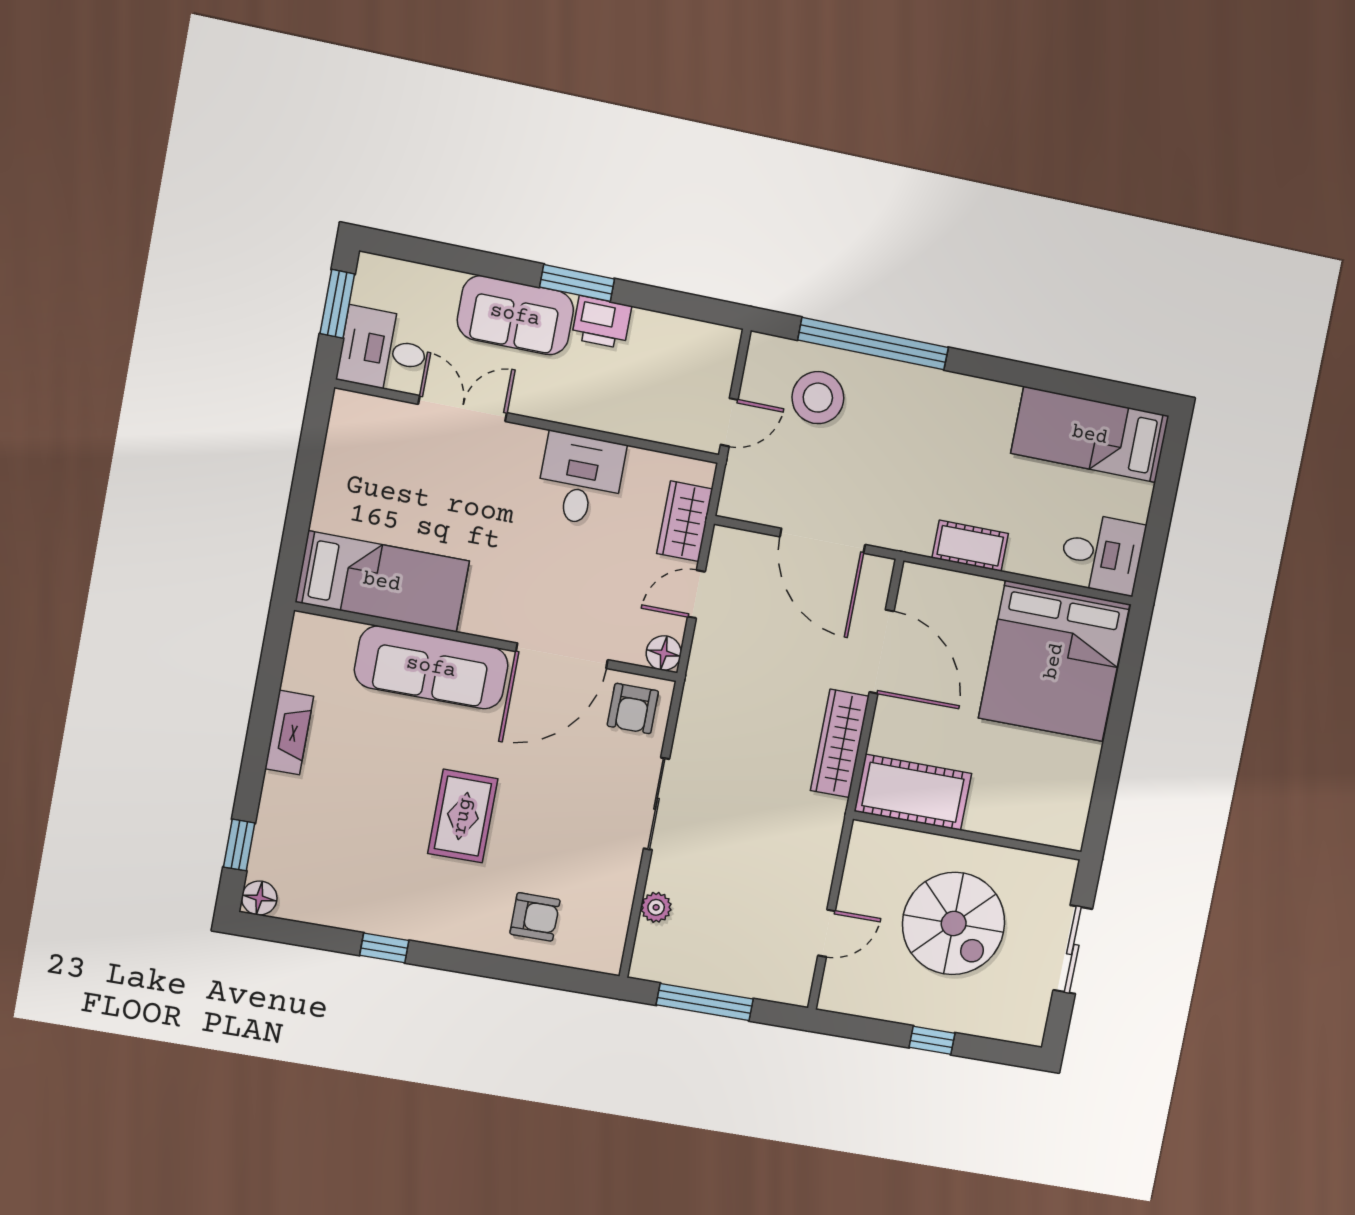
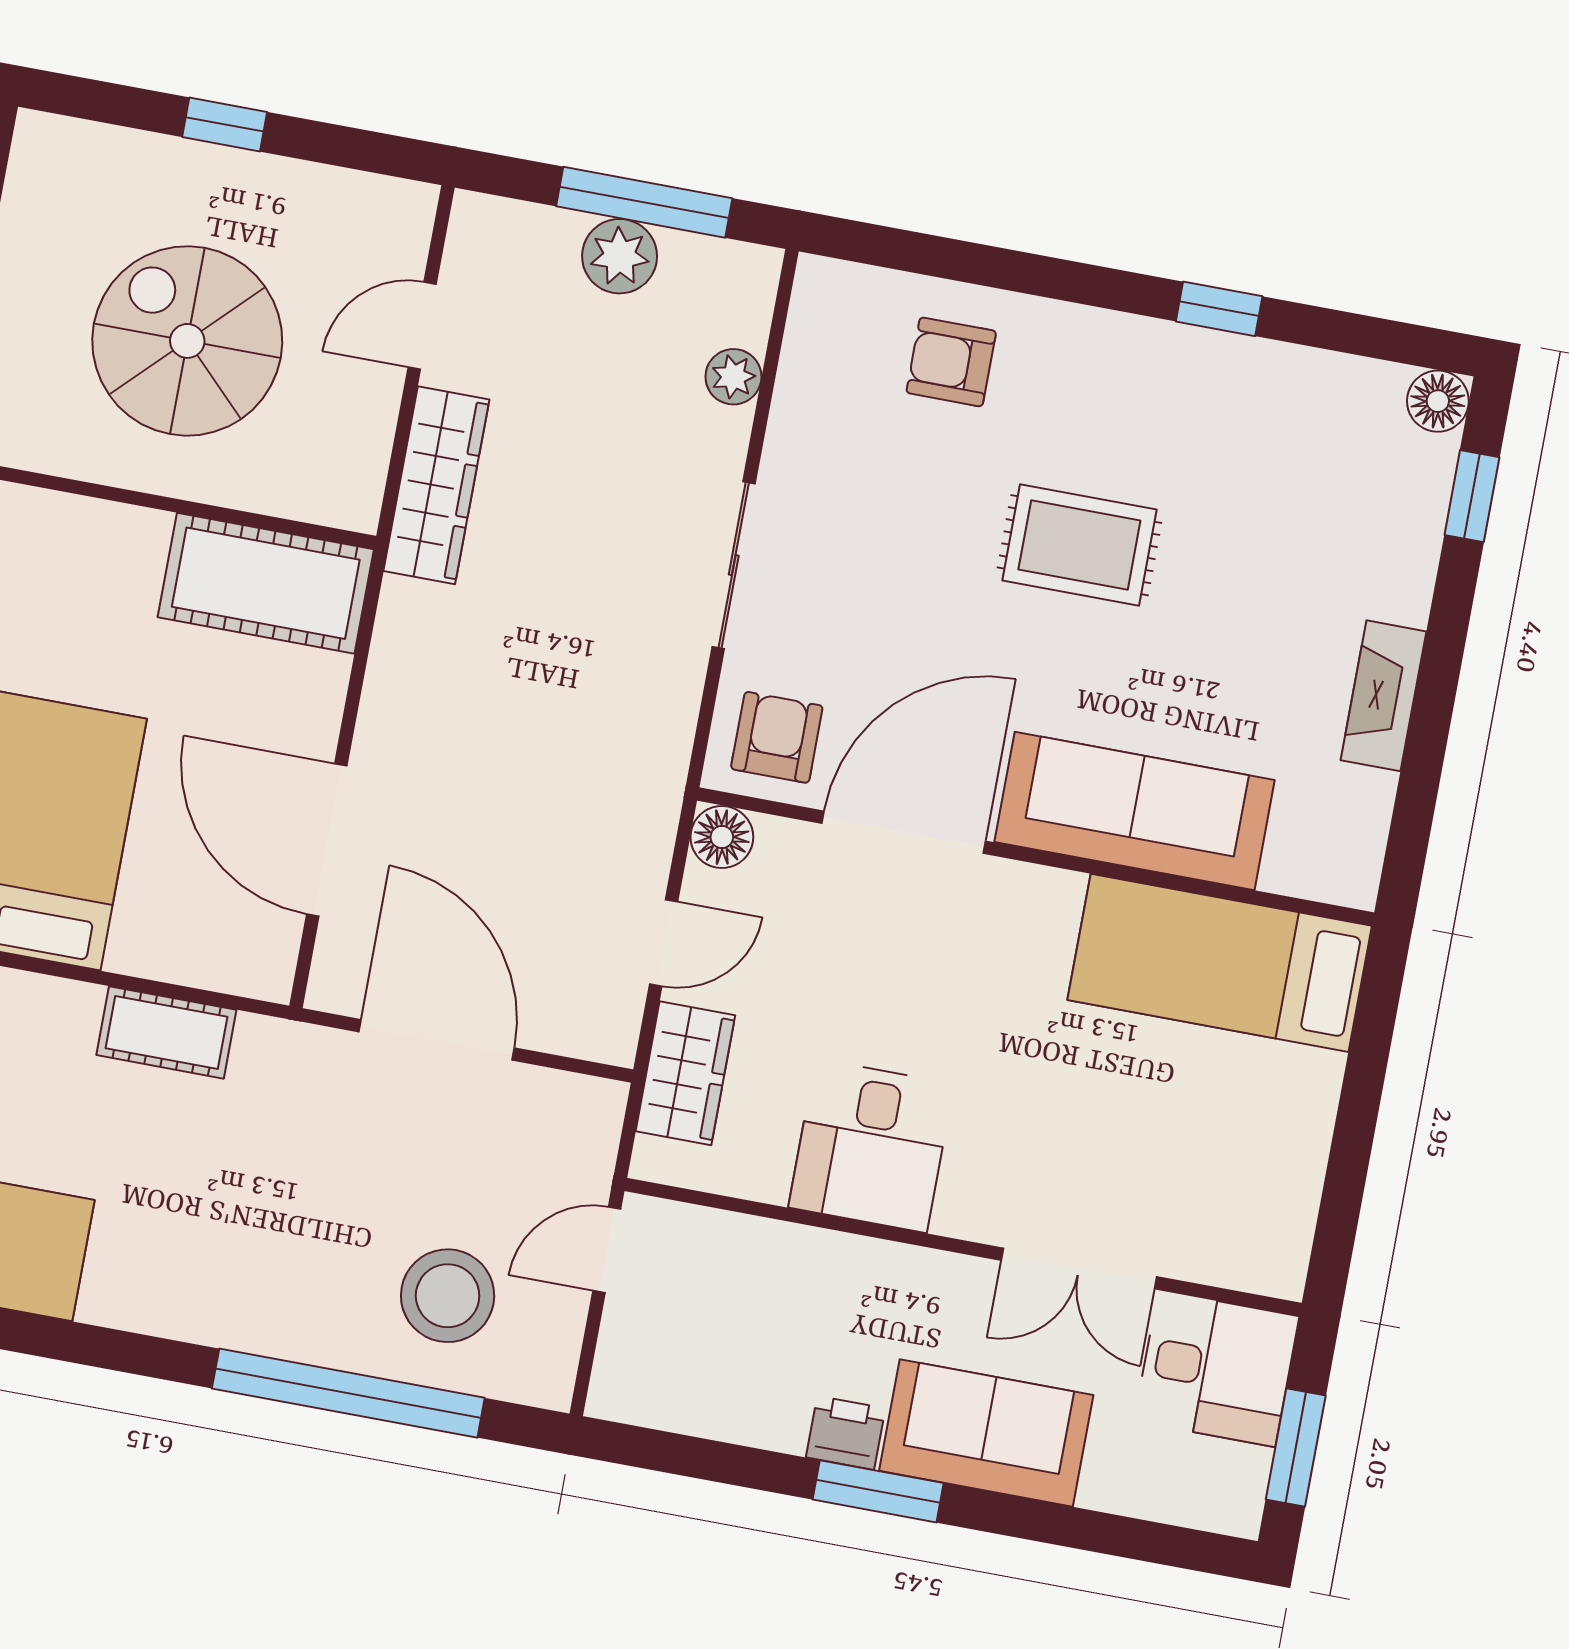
printer: (602, 322) -> (846, 1433), width x0.73, depth x0.81
wardrobe: (840, 743) -> (436, 485), moved
rug: (463, 816) -> (1079, 545), turned 90
plant: (718, 972) -> (620, 256), added

